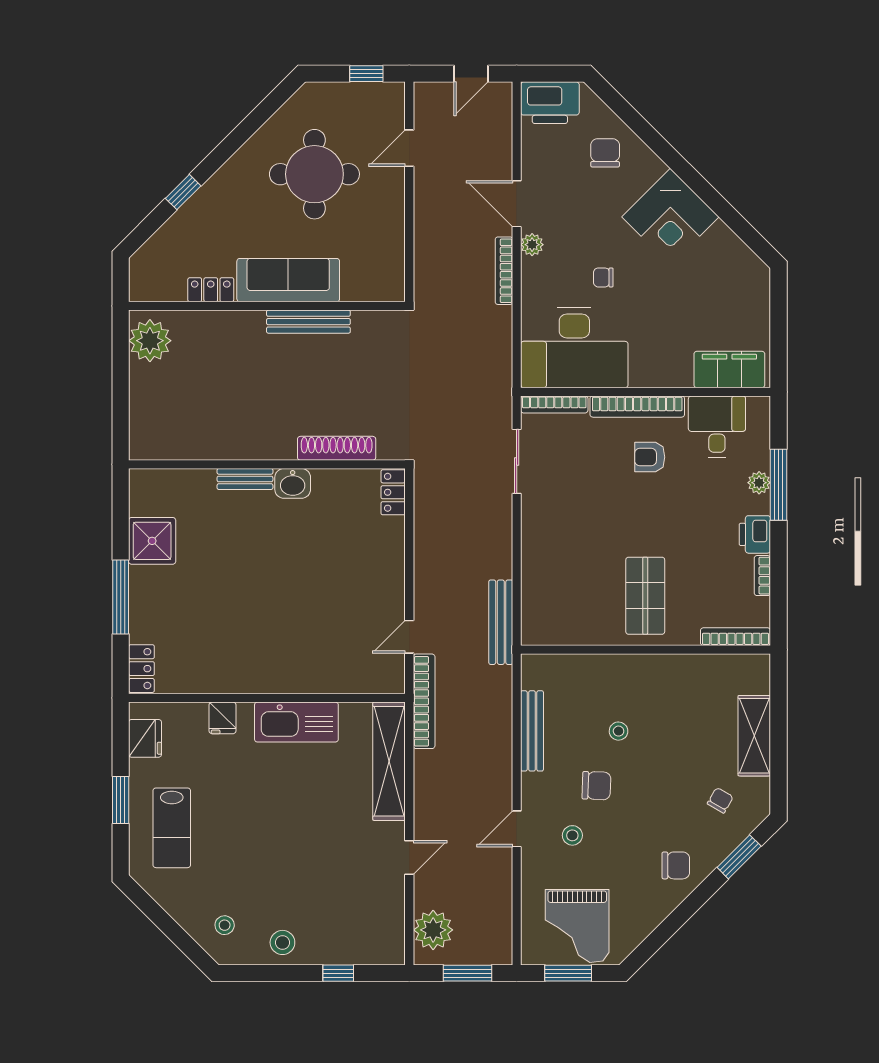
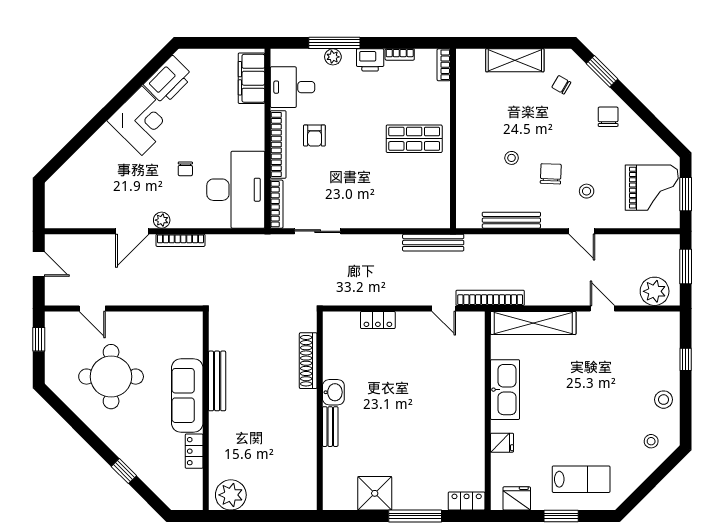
printer: (550, 103) -> (168, 80), moved, turned 45
chair: (605, 153) -> (96, 168), removed
locker: (393, 492) -> (378, 320), moved
bookcase: (736, 637) -> (444, 65), width x0.64

